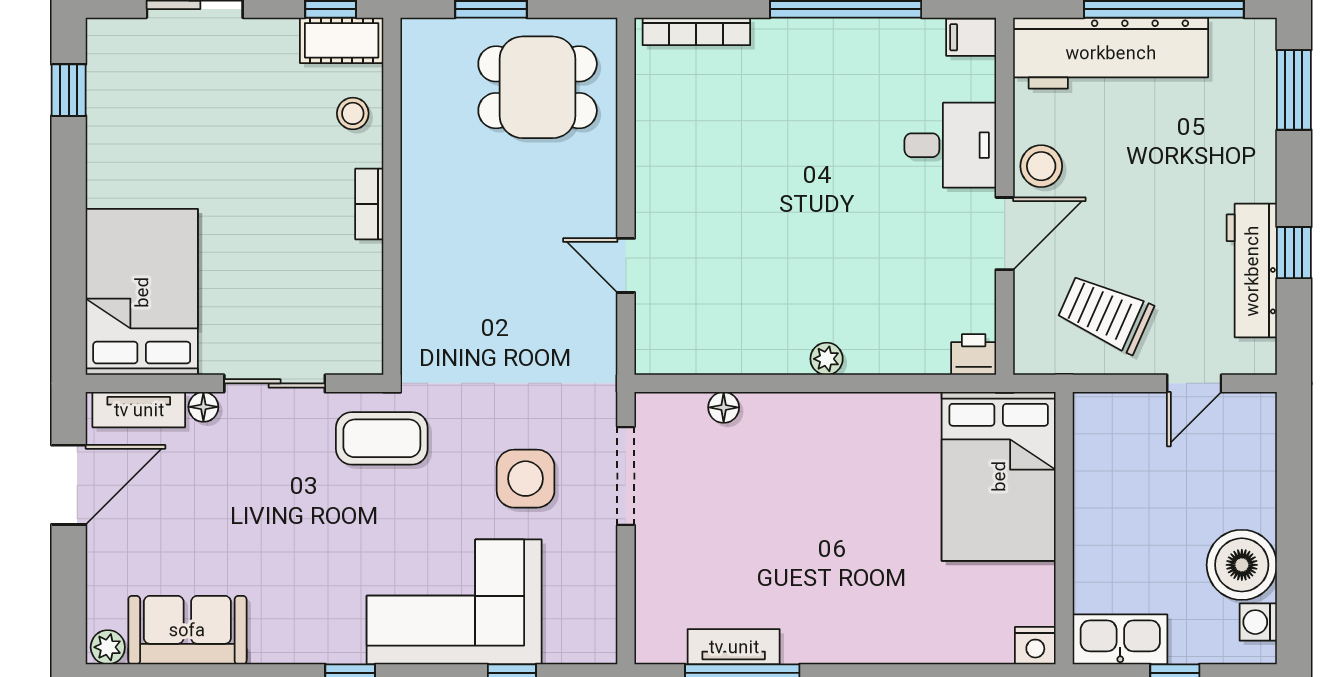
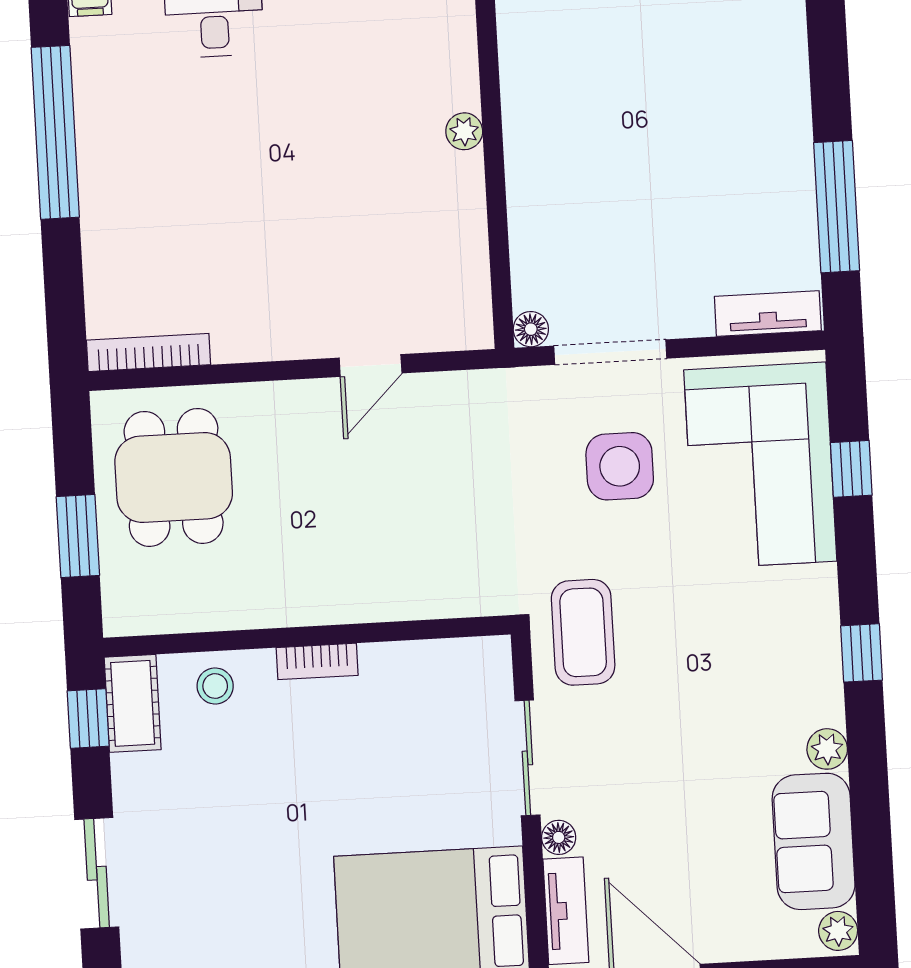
bookcase: (696, 31) -> (149, 352), moved, turned -90
floor lamp: (724, 407) -> (531, 329), moved
corner sofa: (454, 602) -> (760, 465), moved
plant: (268, 646) -> (827, 749), added
tv unit: (734, 647) -> (768, 314), moved, turned 90

